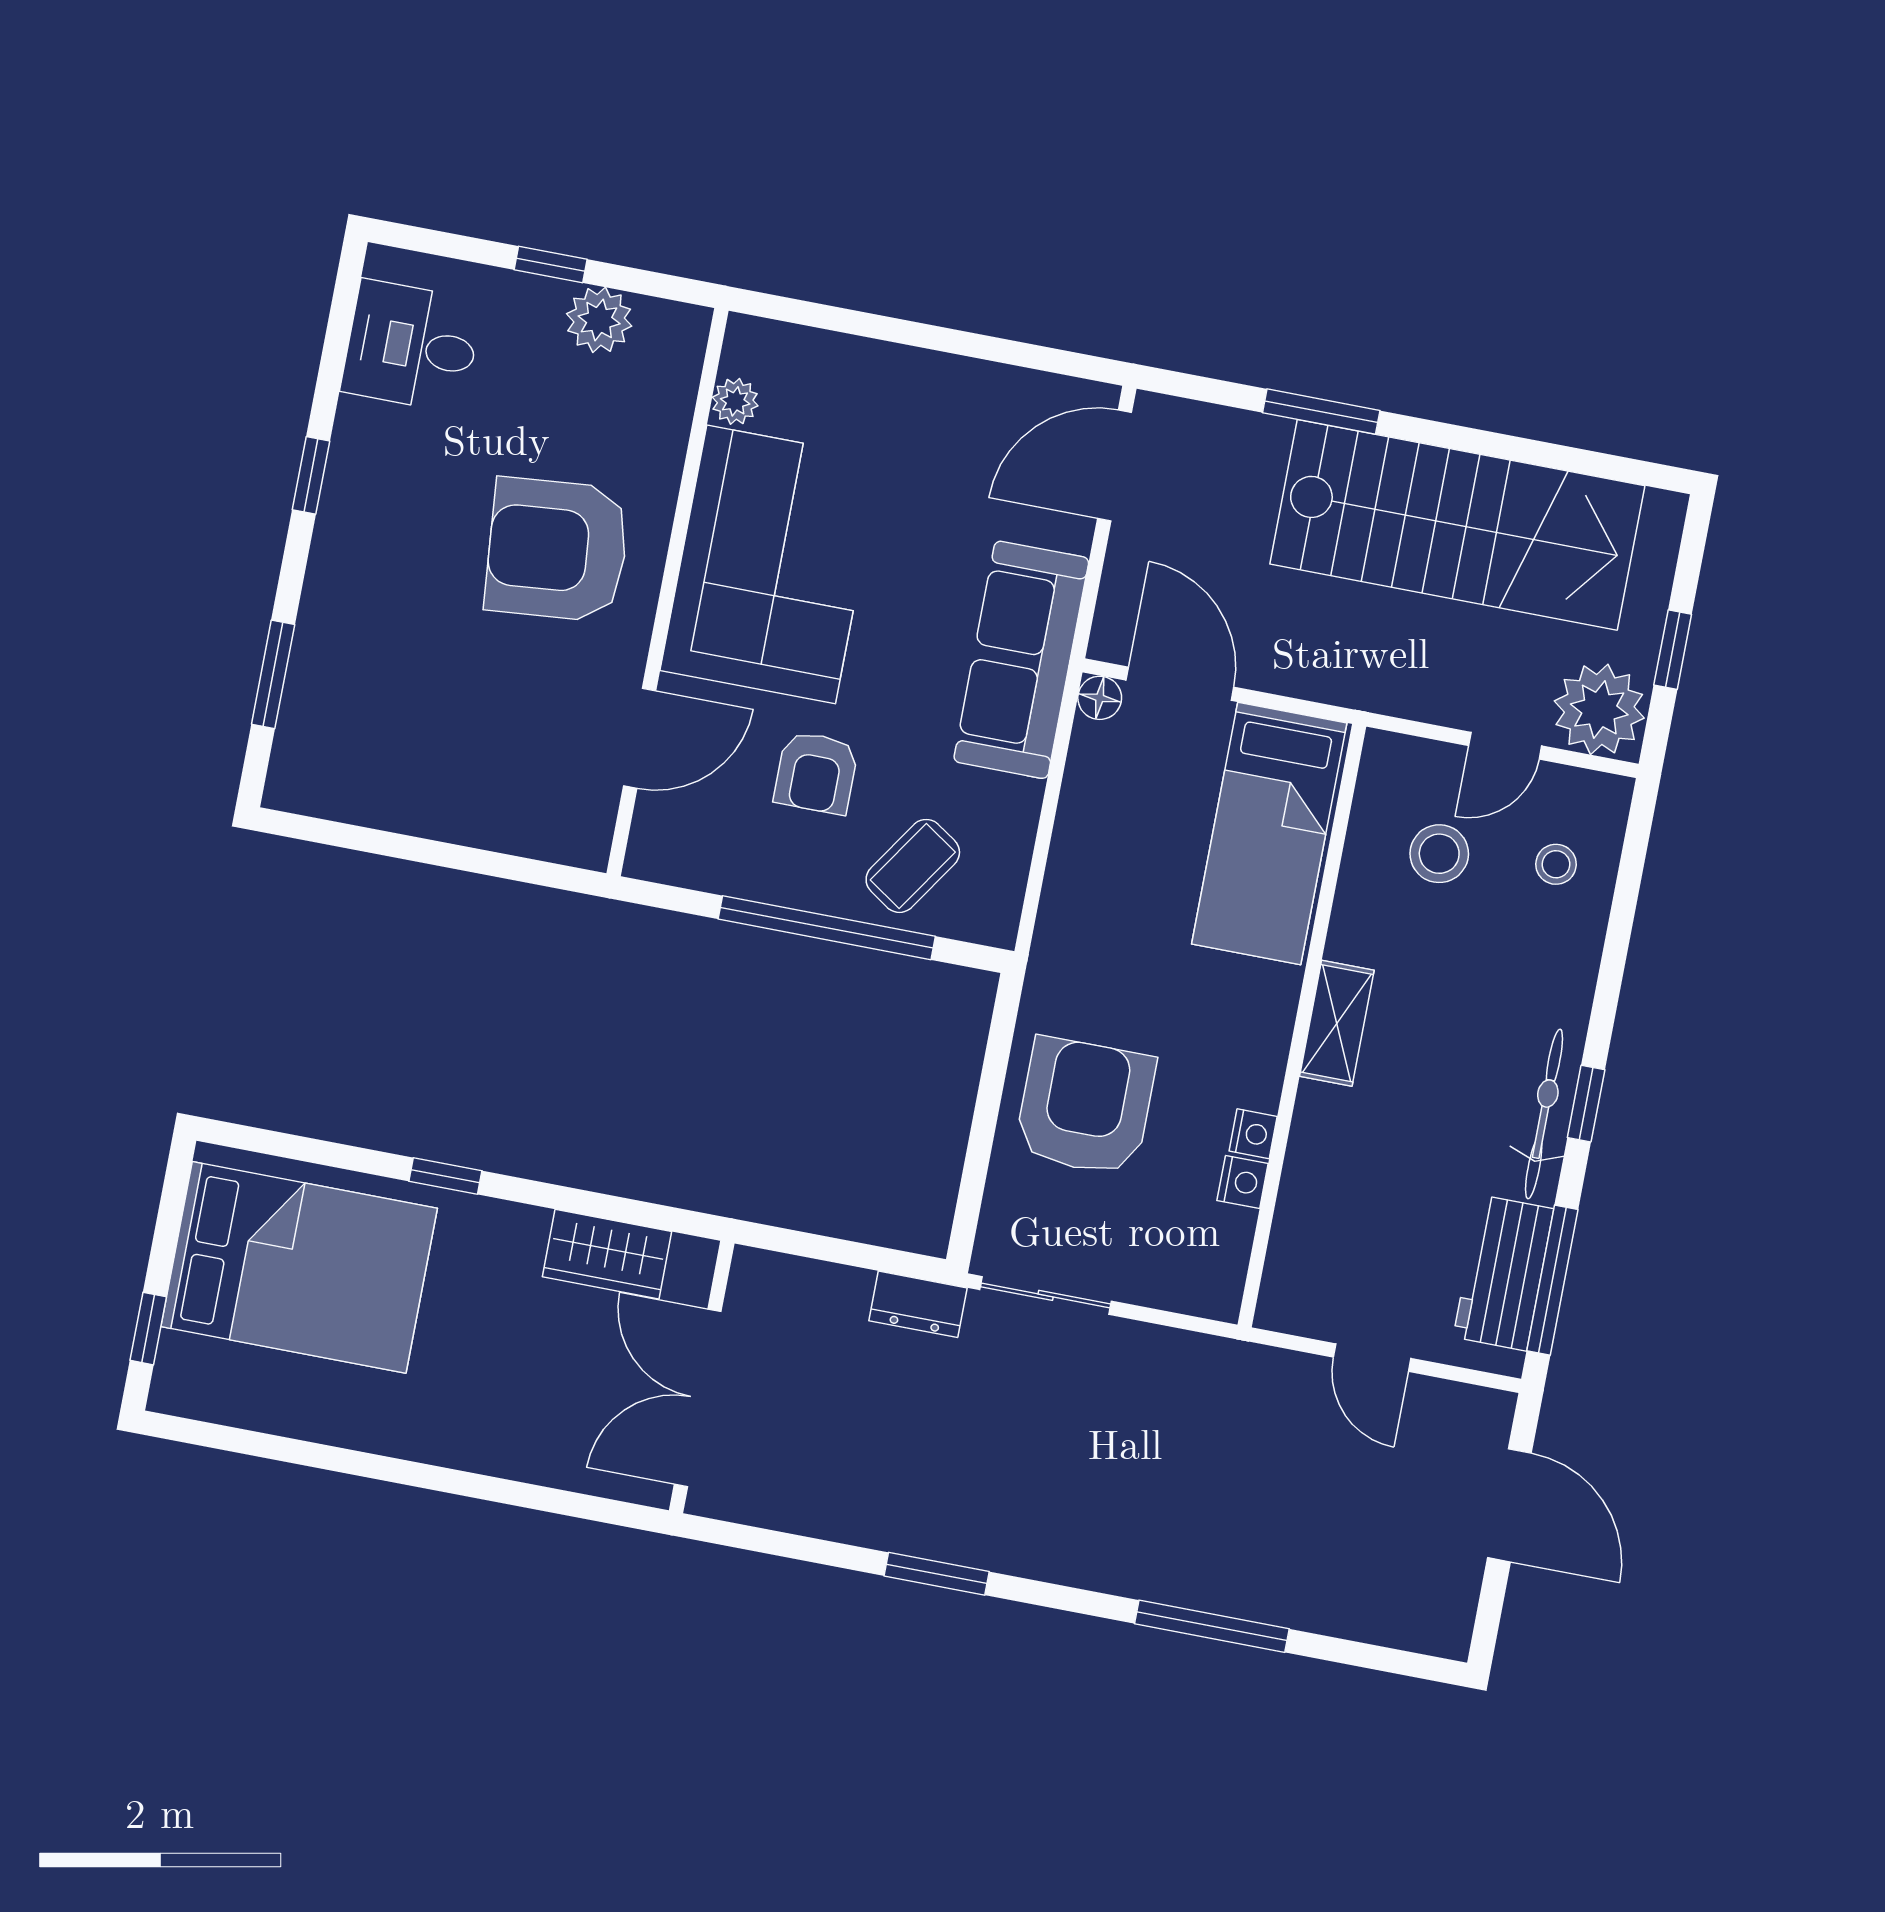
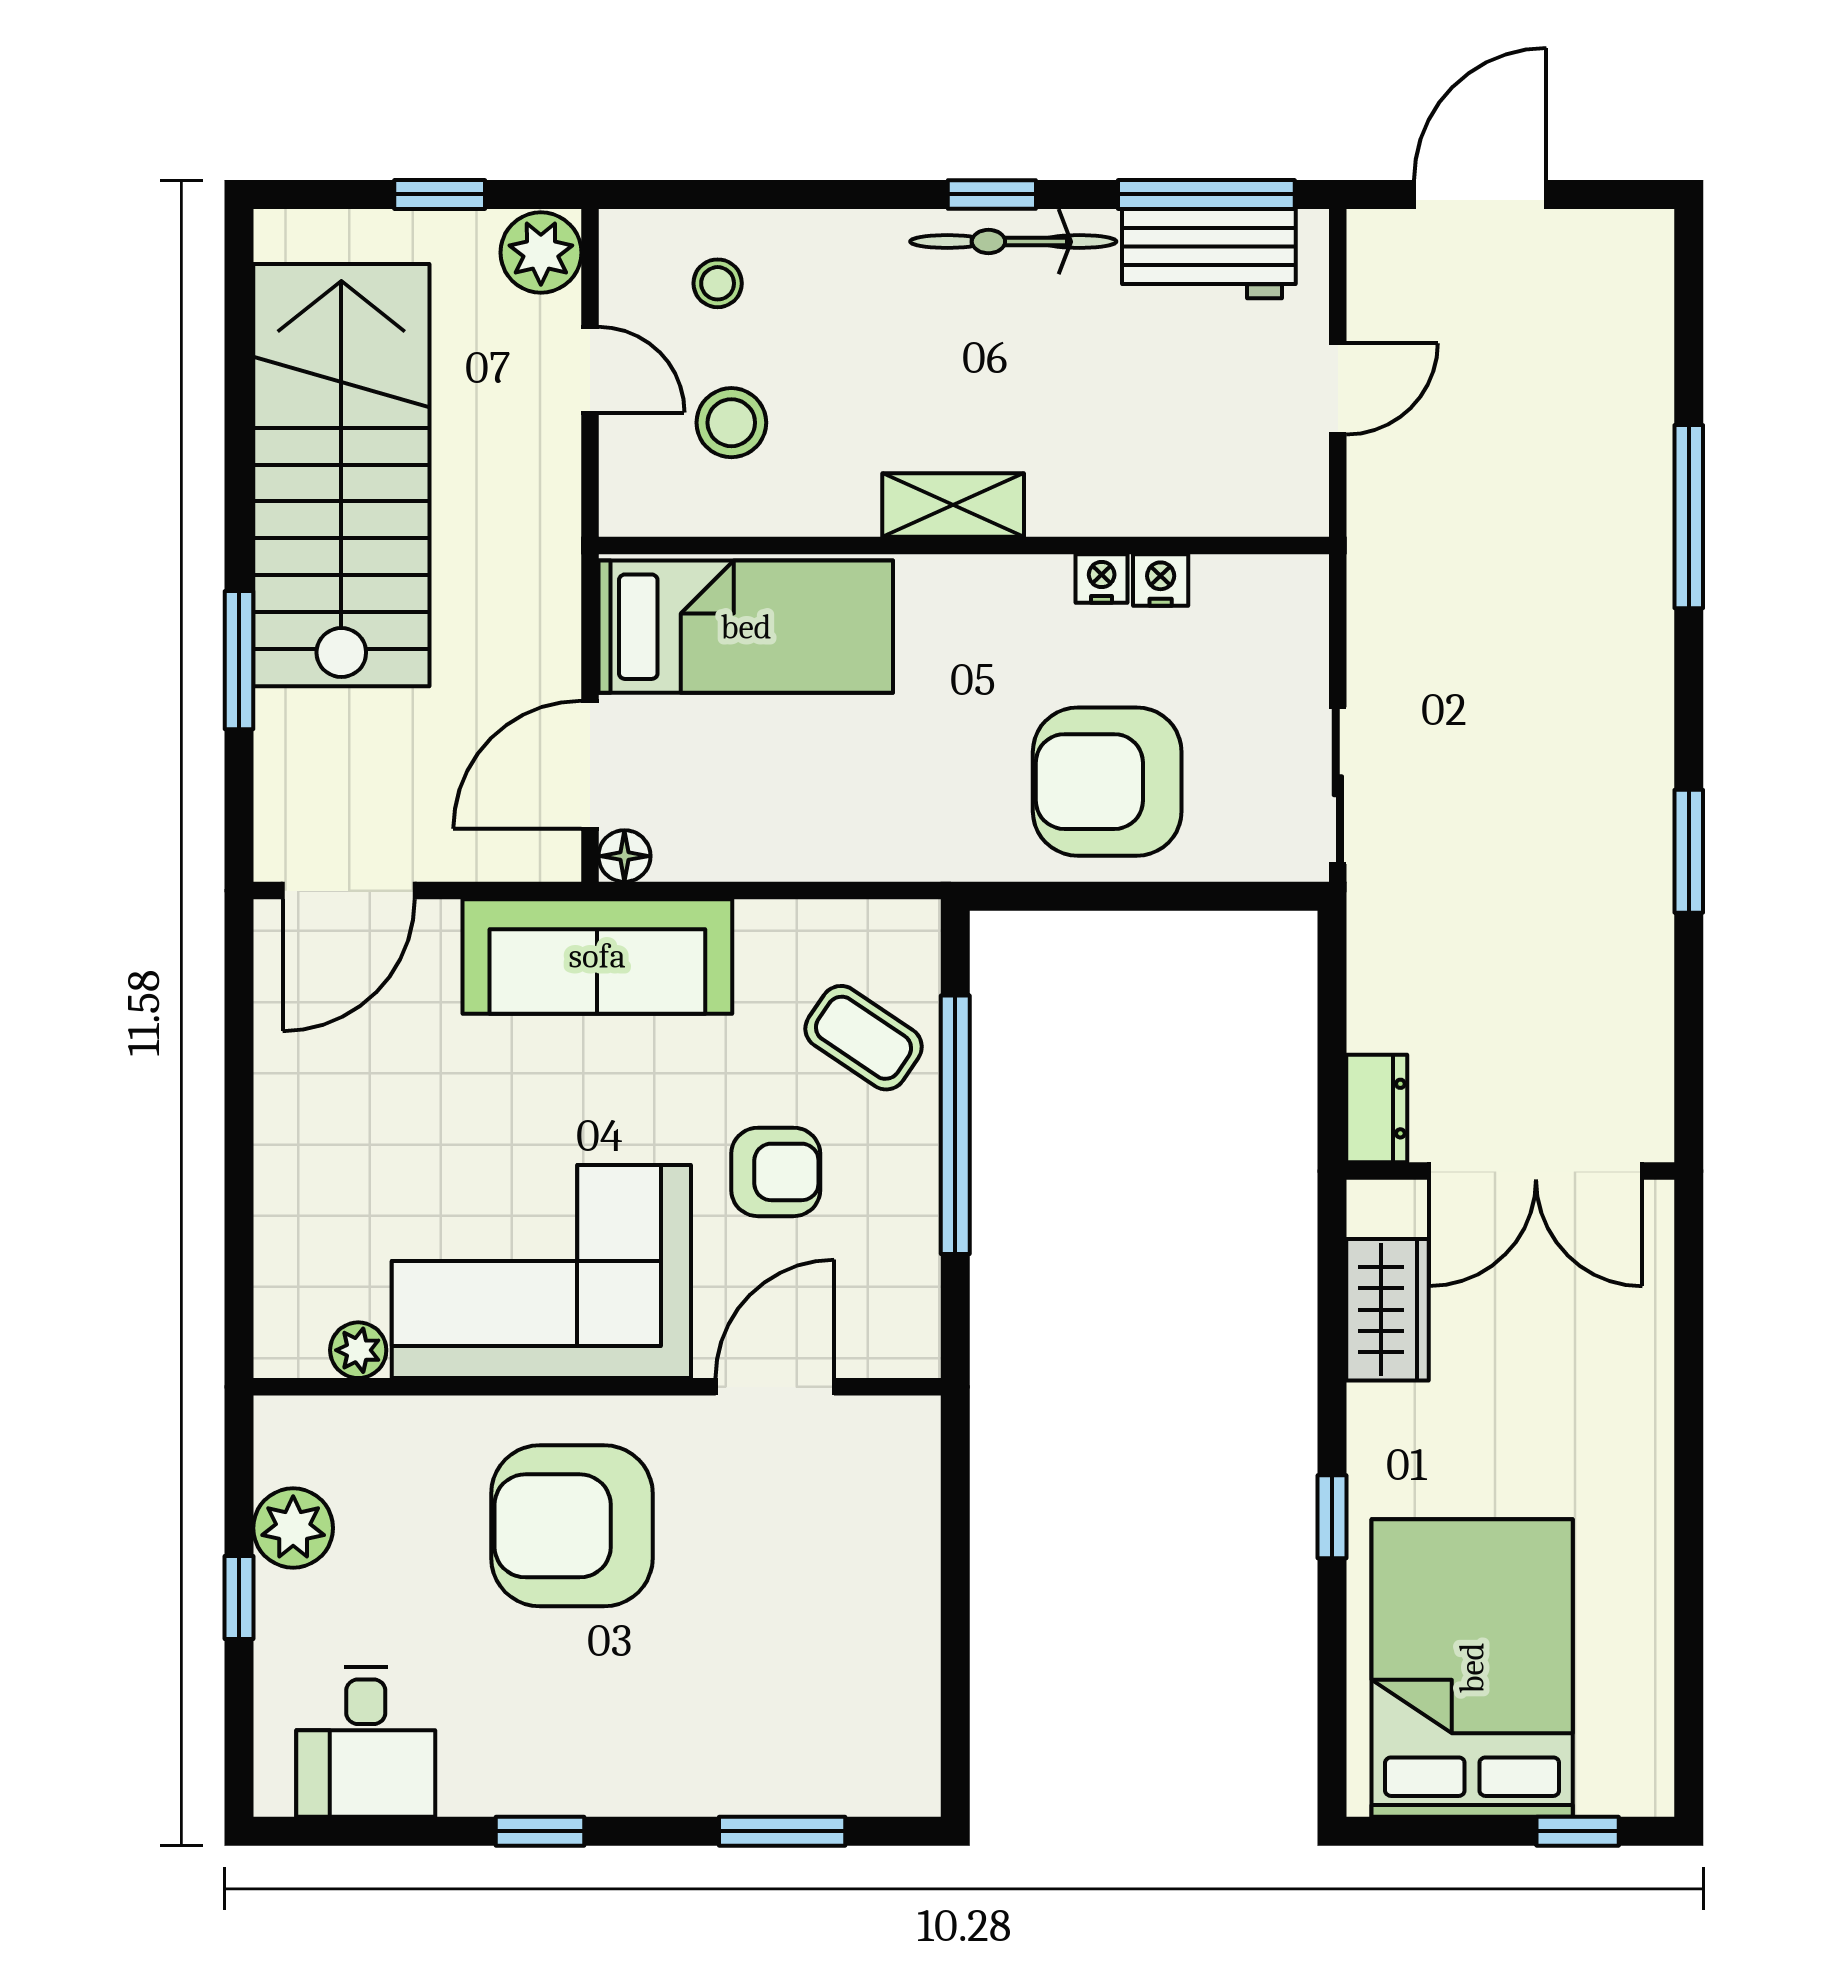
door: (1115, 466) -> (349, 891), hinge flipped
armchair: (557, 550) -> (572, 1526), turned 95
plant: (1599, 709) -> (541, 253), width x0.73, depth x0.73
door: (640, 738) -> (775, 1387), hinge flipped
dresser: (918, 1304) -> (1377, 1109), moved

